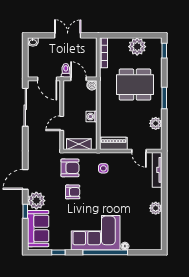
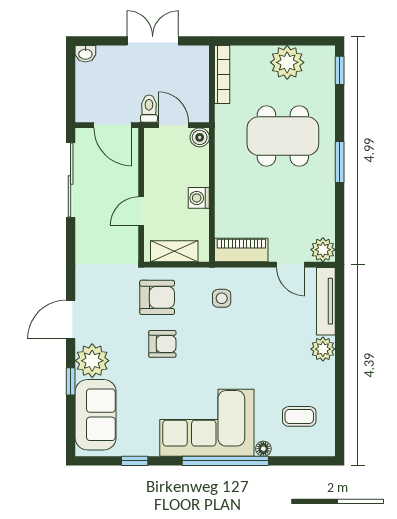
plant: (156, 123) -> (323, 250), moved
plant: (156, 208) -> (323, 349), moved
coffee table: (143, 229) -> (299, 416), added

